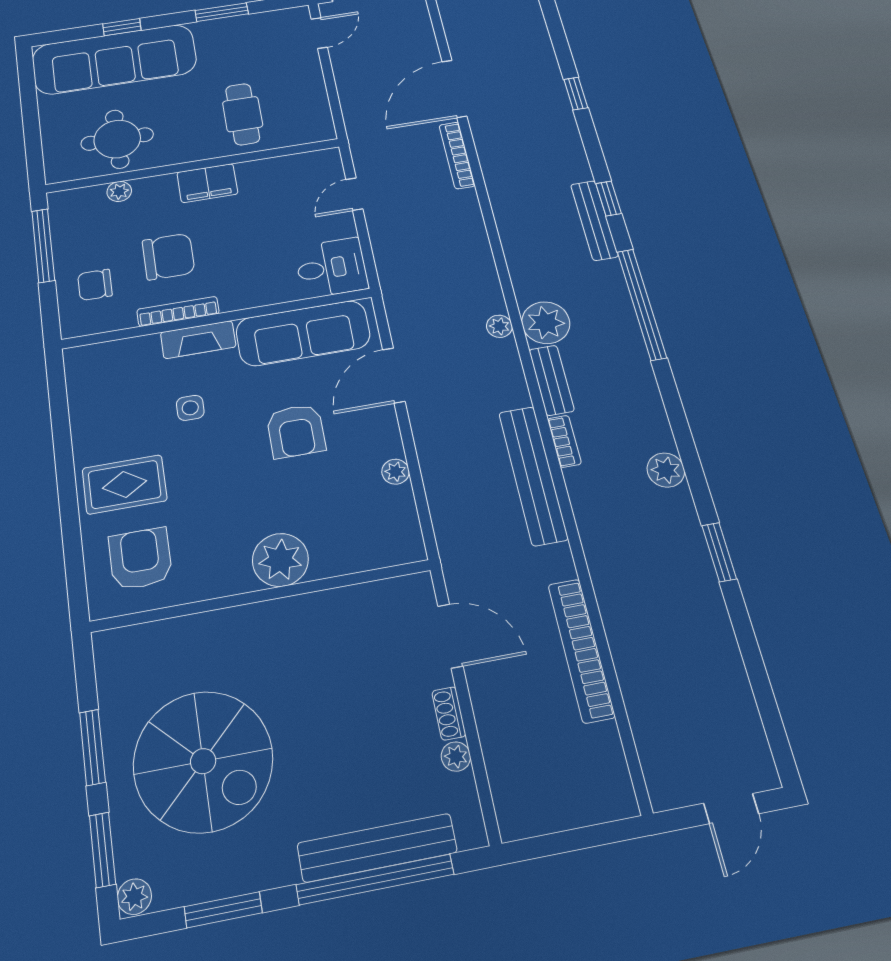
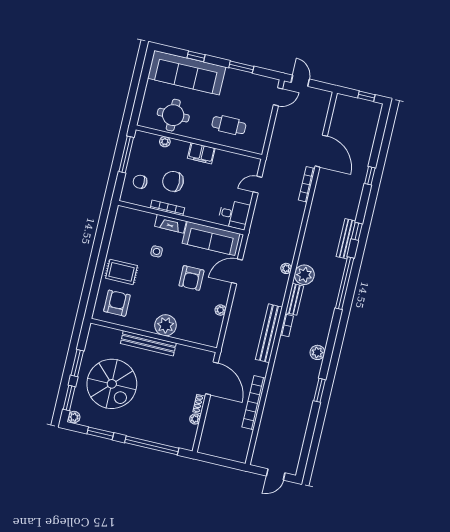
door: (454, 89) -> (321, 151), swing flipped
cafe table: (243, 114) -> (229, 125), turned 90
chair: (168, 257) -> (173, 181), turned 180
door: (450, 636) -> (212, 378), width x1.36
bench: (377, 848) -> (148, 343), moved

